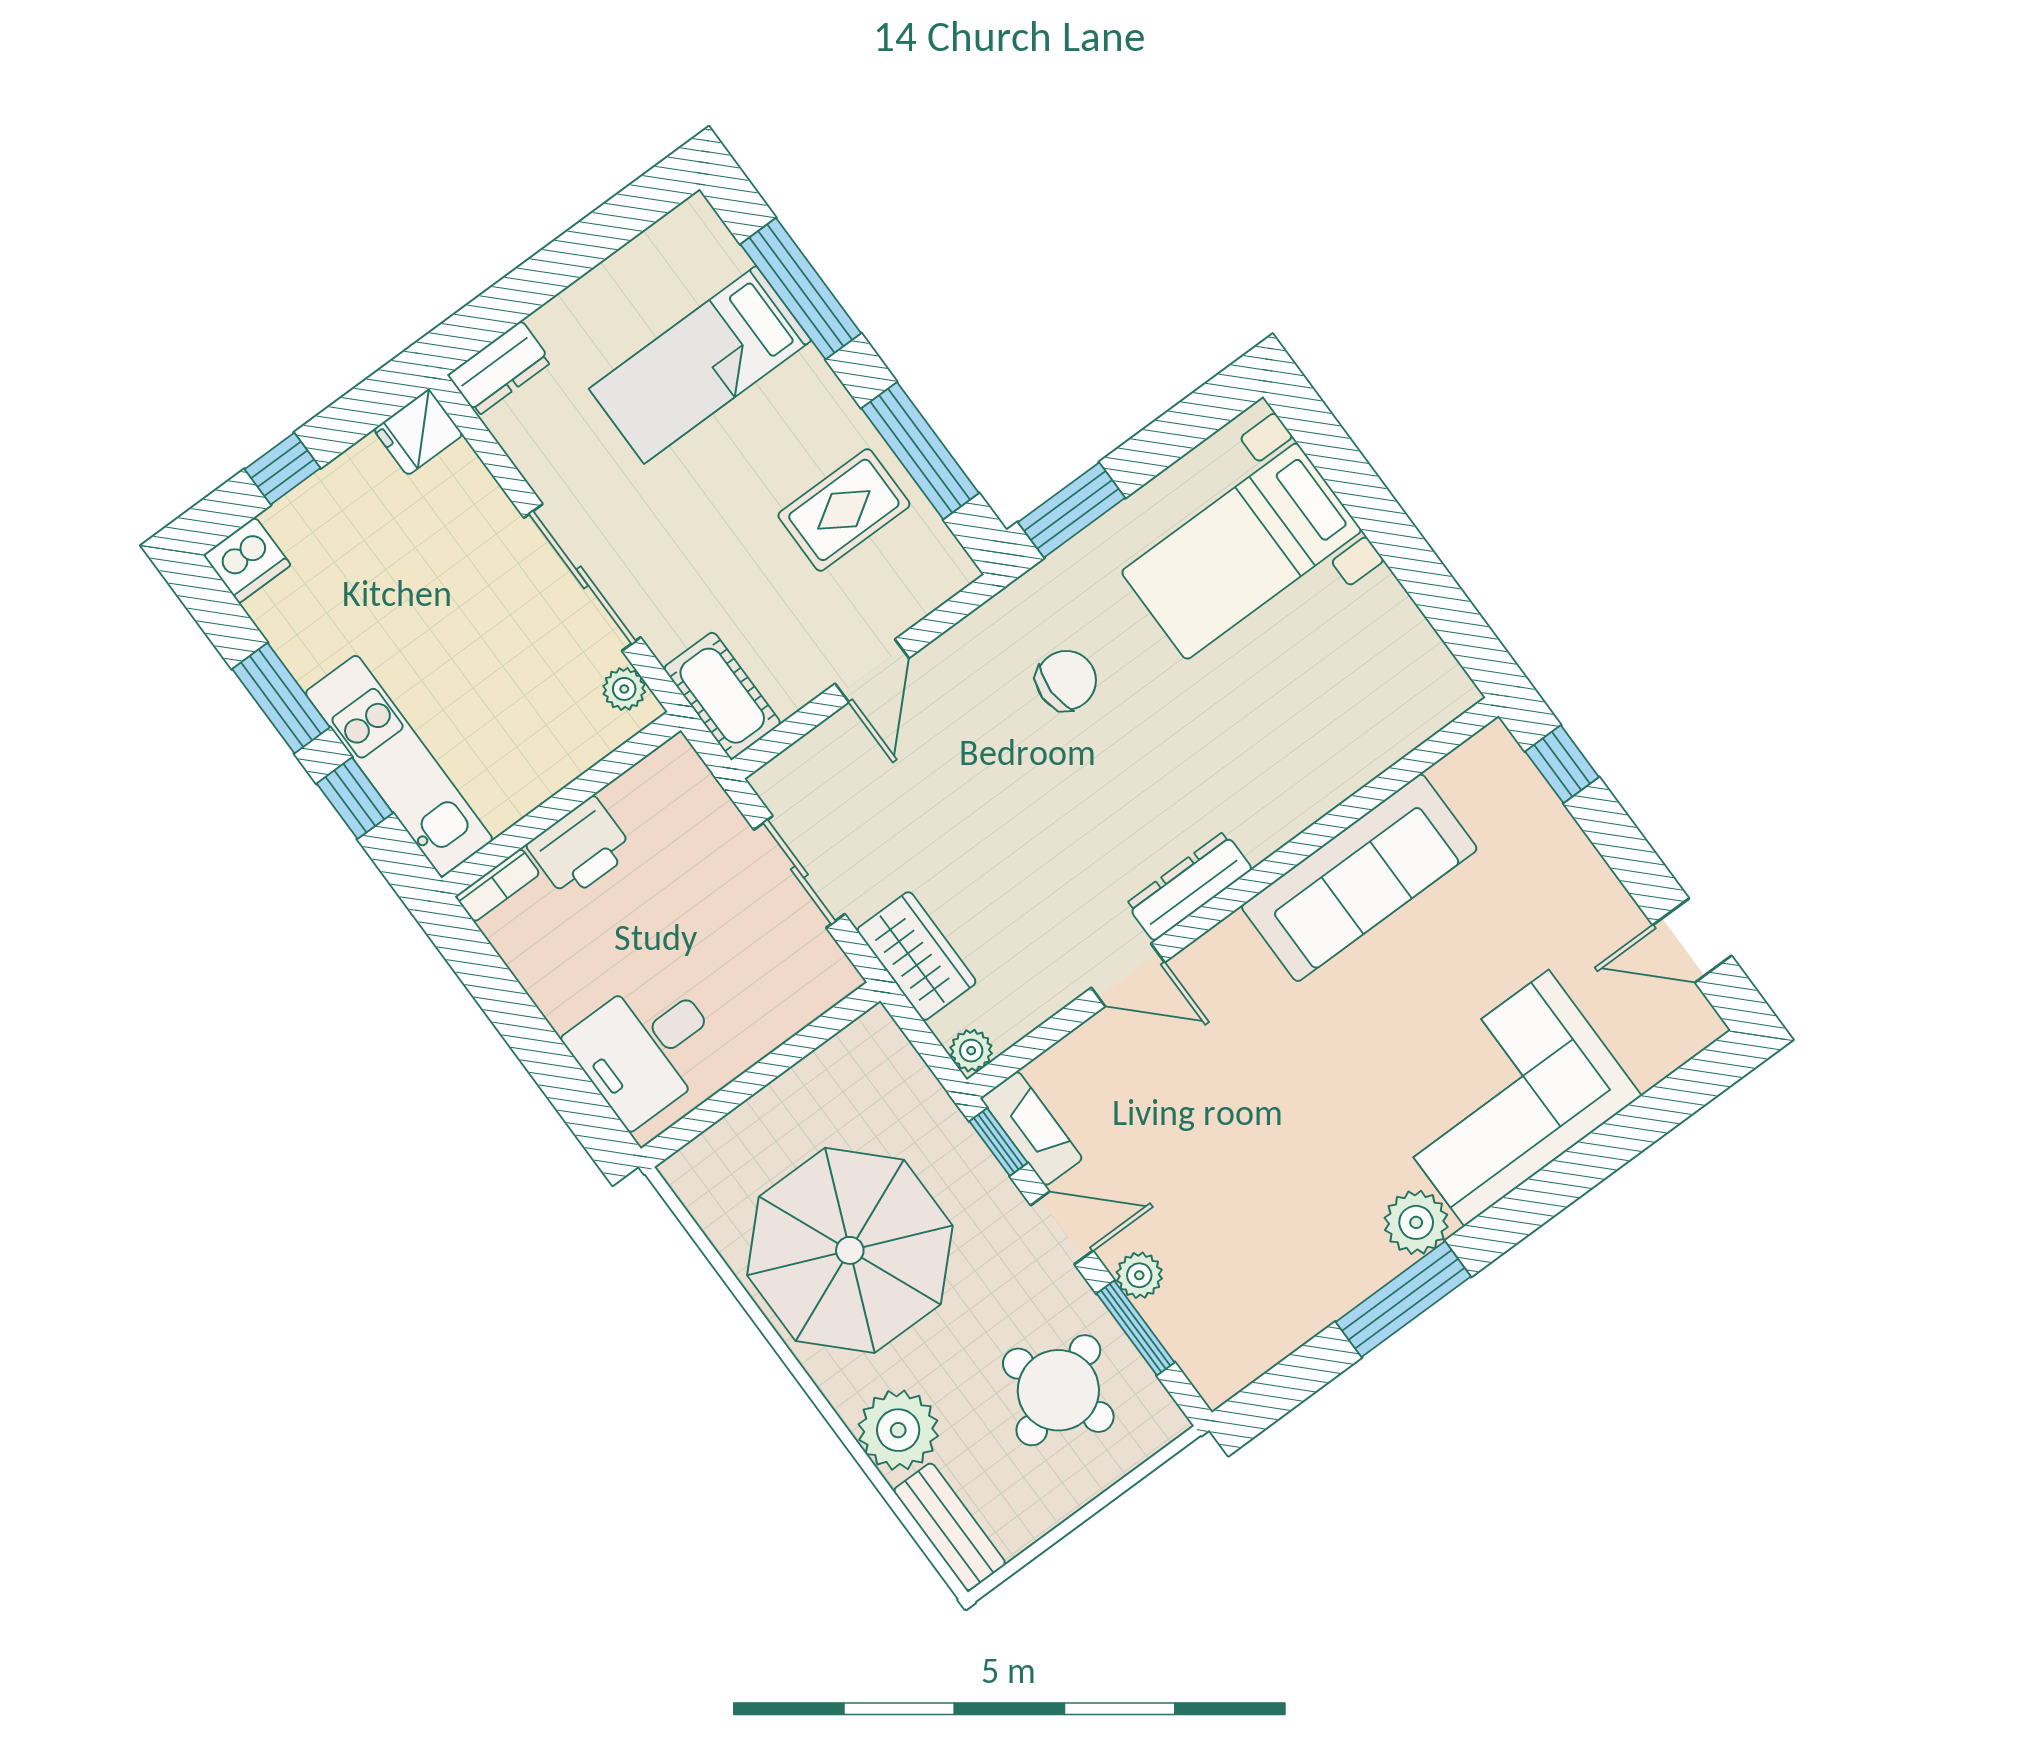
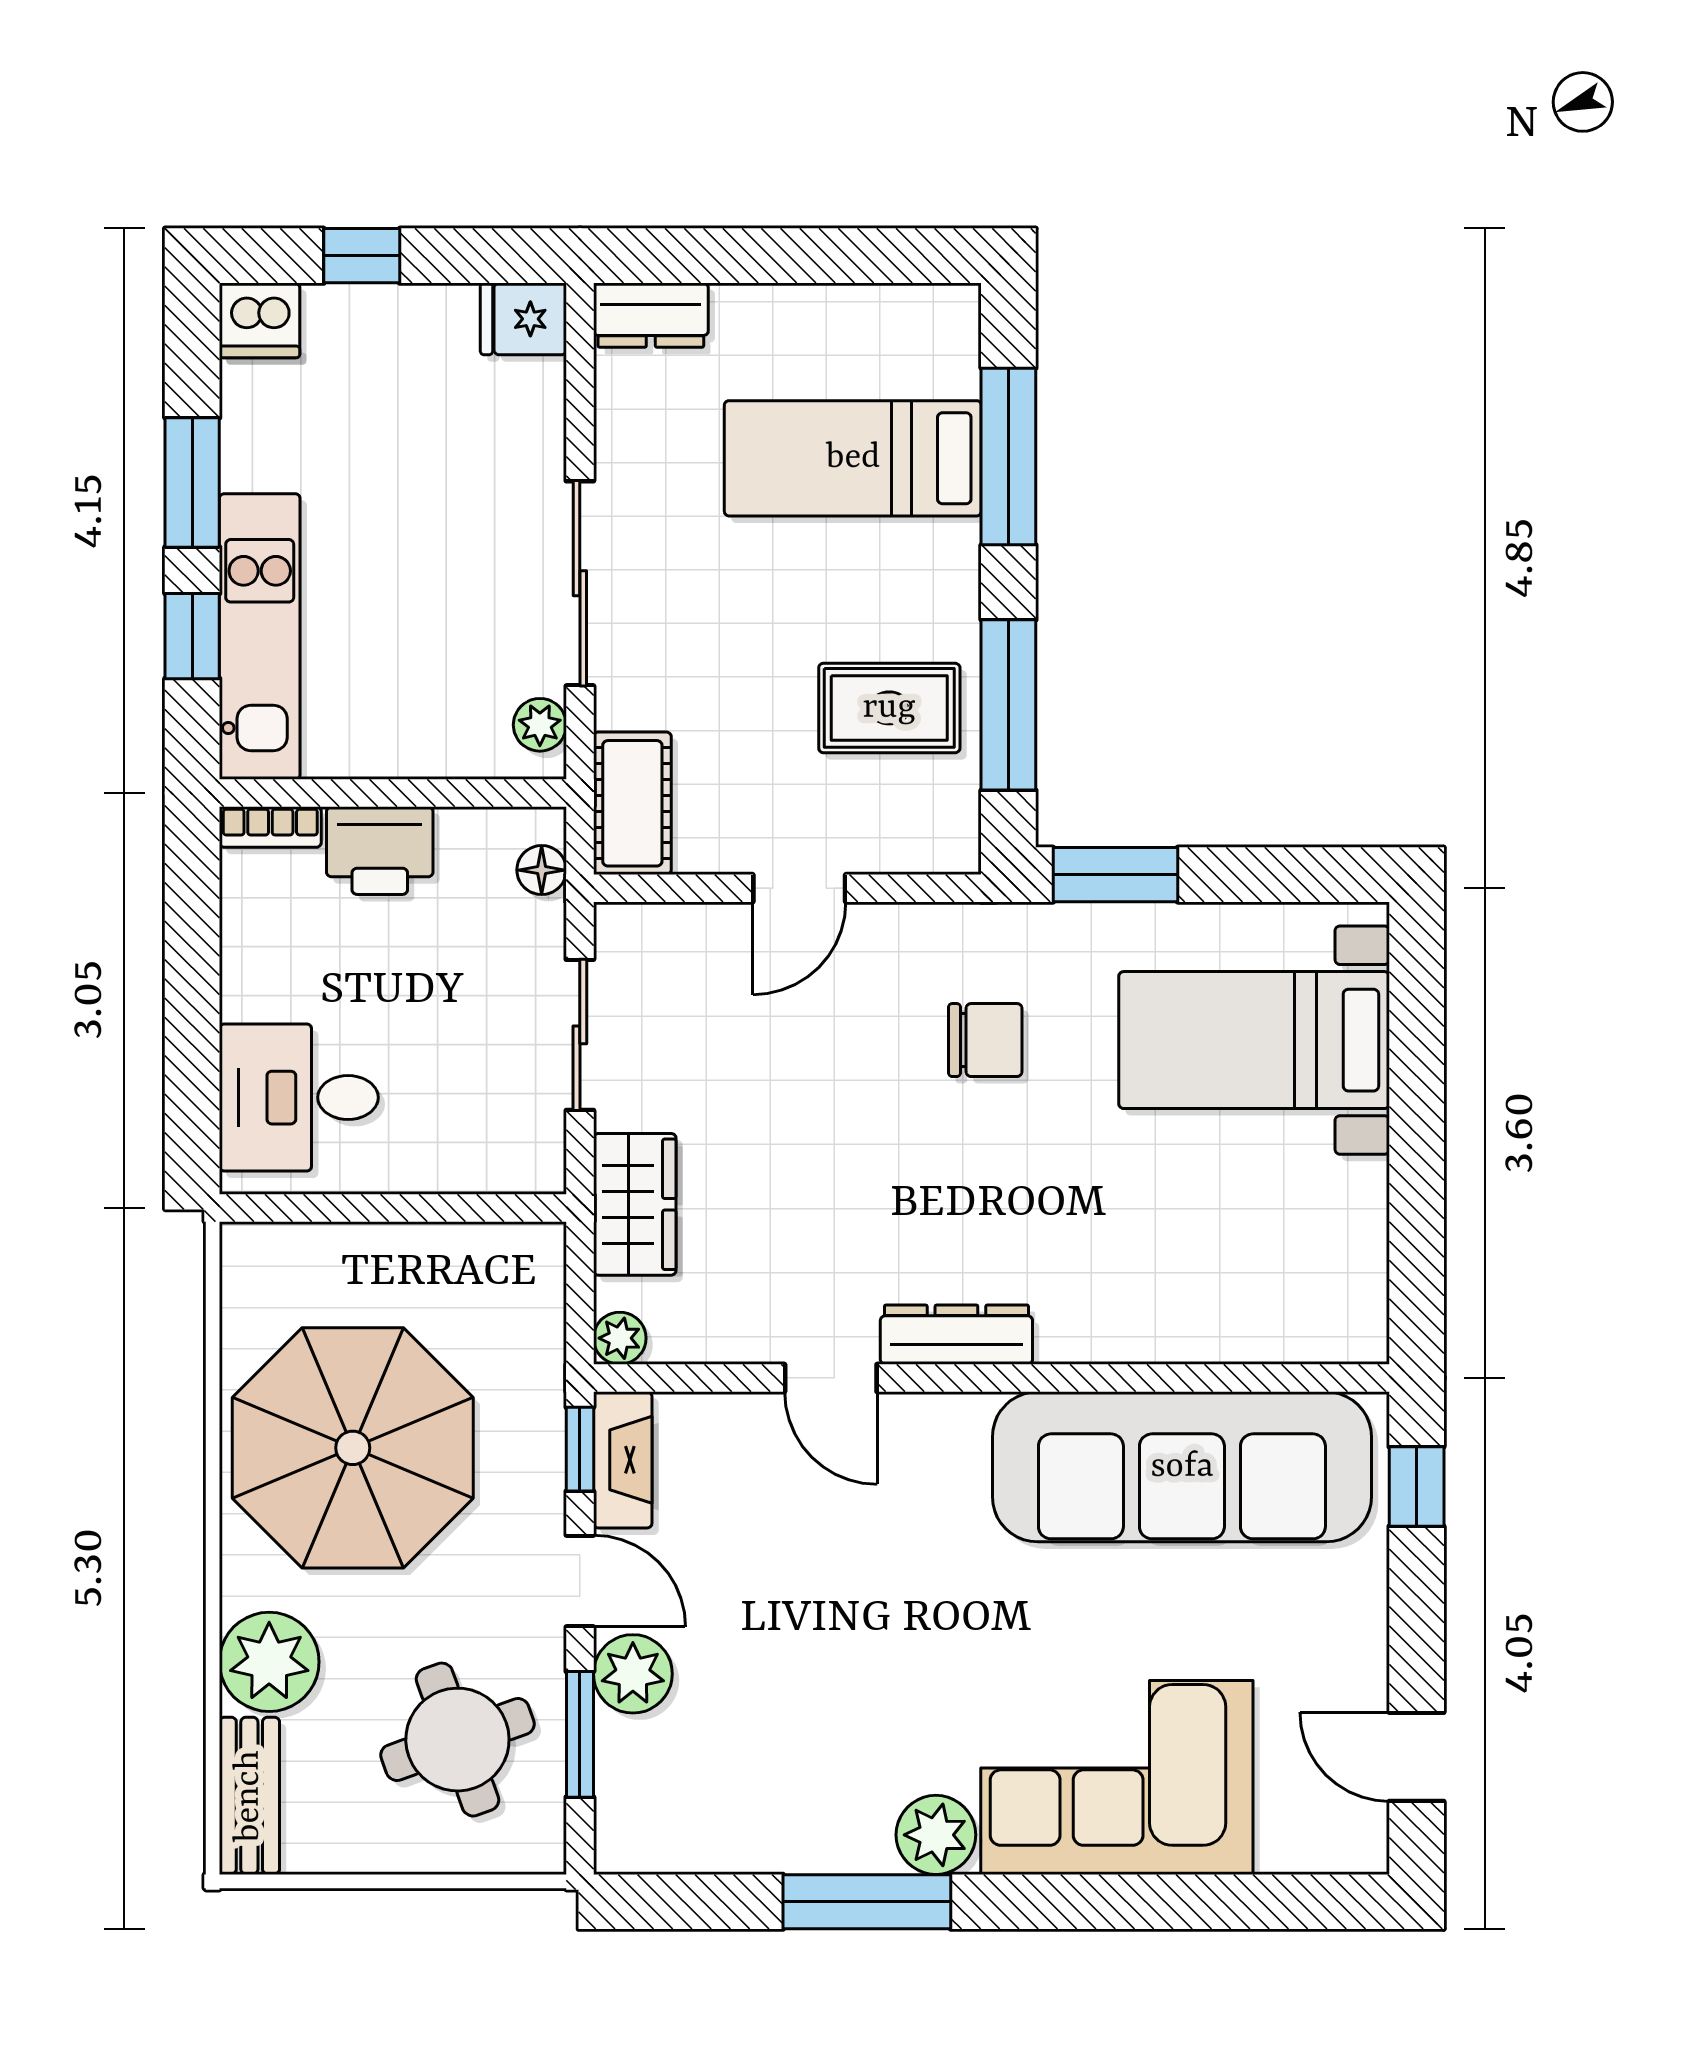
floor lamp: (695, 783) -> (542, 870), added
sofa: (1359, 878) -> (1182, 1467), width x1.36, depth x1.27
plant: (1139, 1275) -> (633, 1674), width x1.38, depth x1.38

